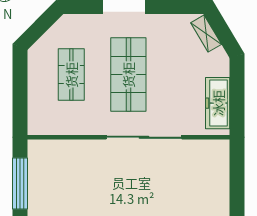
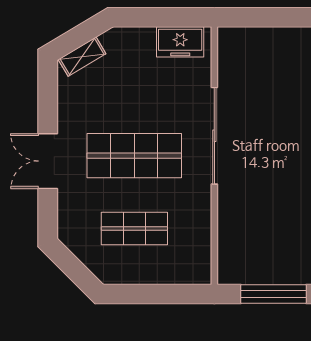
freezer: (218, 103) -> (180, 42), width x0.71

